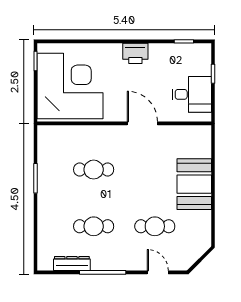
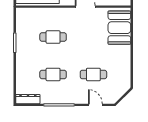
booth: (194, 184) -> (119, 28), moved
dresser: (72, 264) -> (28, 99), moved

